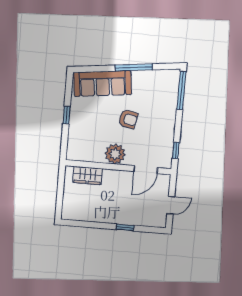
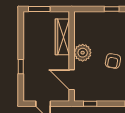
wardrobe: (88, 176) -> (62, 37), width x1.50
window: (59, 200) -> (39, 9), added

